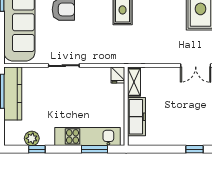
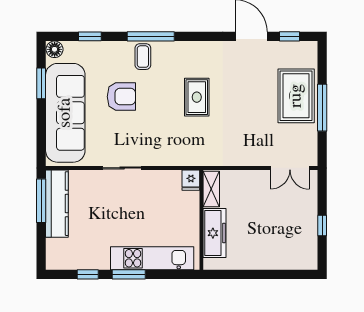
plant: (32, 138) -> (81, 261), removed
window: (94, 149) -> (129, 274), moved
window: (195, 149) -> (288, 274), removed

